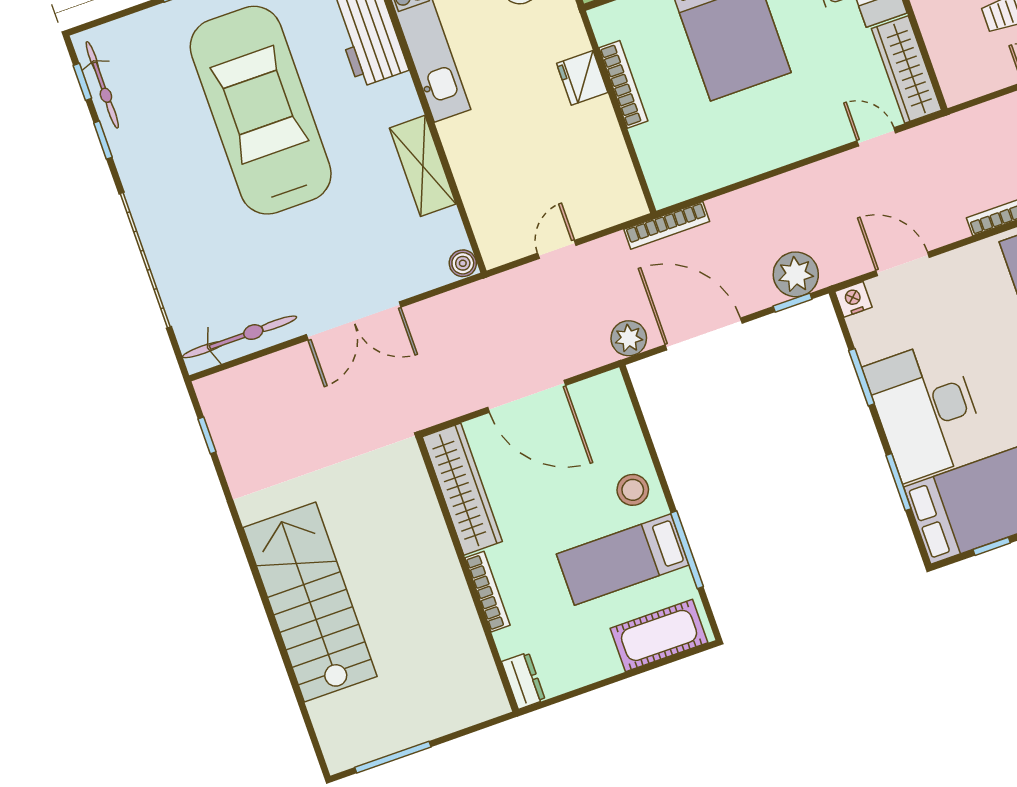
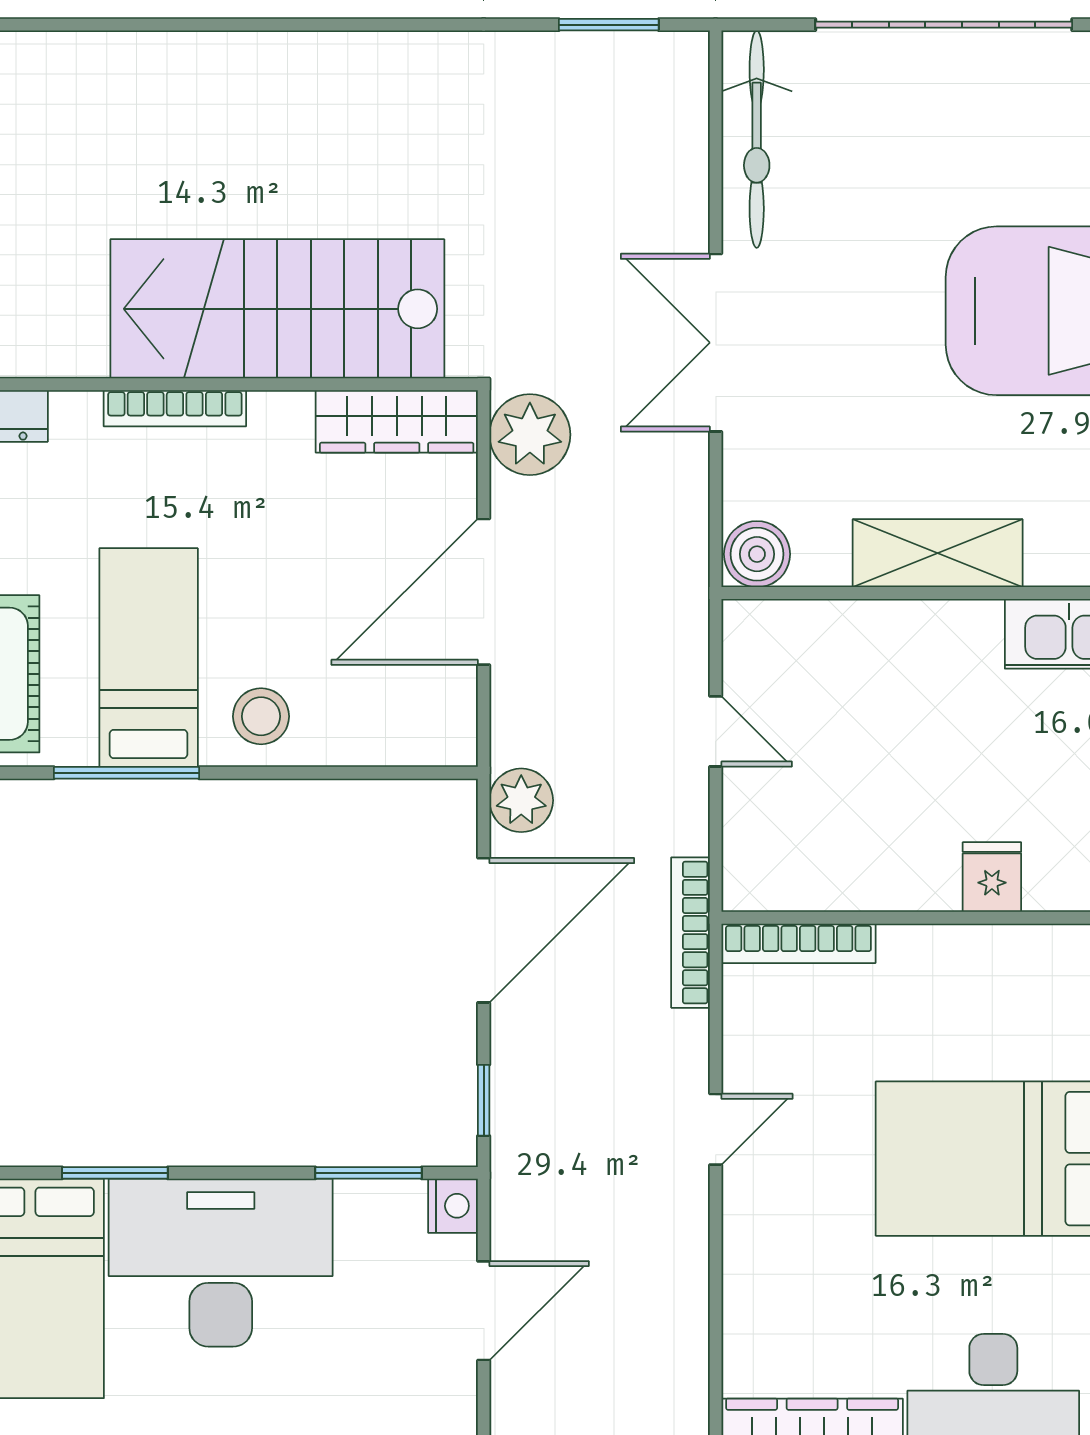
fridge: (582, 78) -> (992, 877), width x0.72
bookcase: (623, 84) -> (798, 943), moved
door: (876, 137) -> (716, 1129), moved
boiler: (463, 263) -> (757, 554), width x1.36, depth x1.36
plant: (796, 274) -> (530, 435), moved
window: (862, 377) -> (368, 1173), moved
window: (207, 435) -> (609, 25), width x1.50
wardrobe: (462, 489) -> (397, 421), width x0.71, depth x0.85
stairs: (310, 602) -> (277, 309), moved, turned 180

